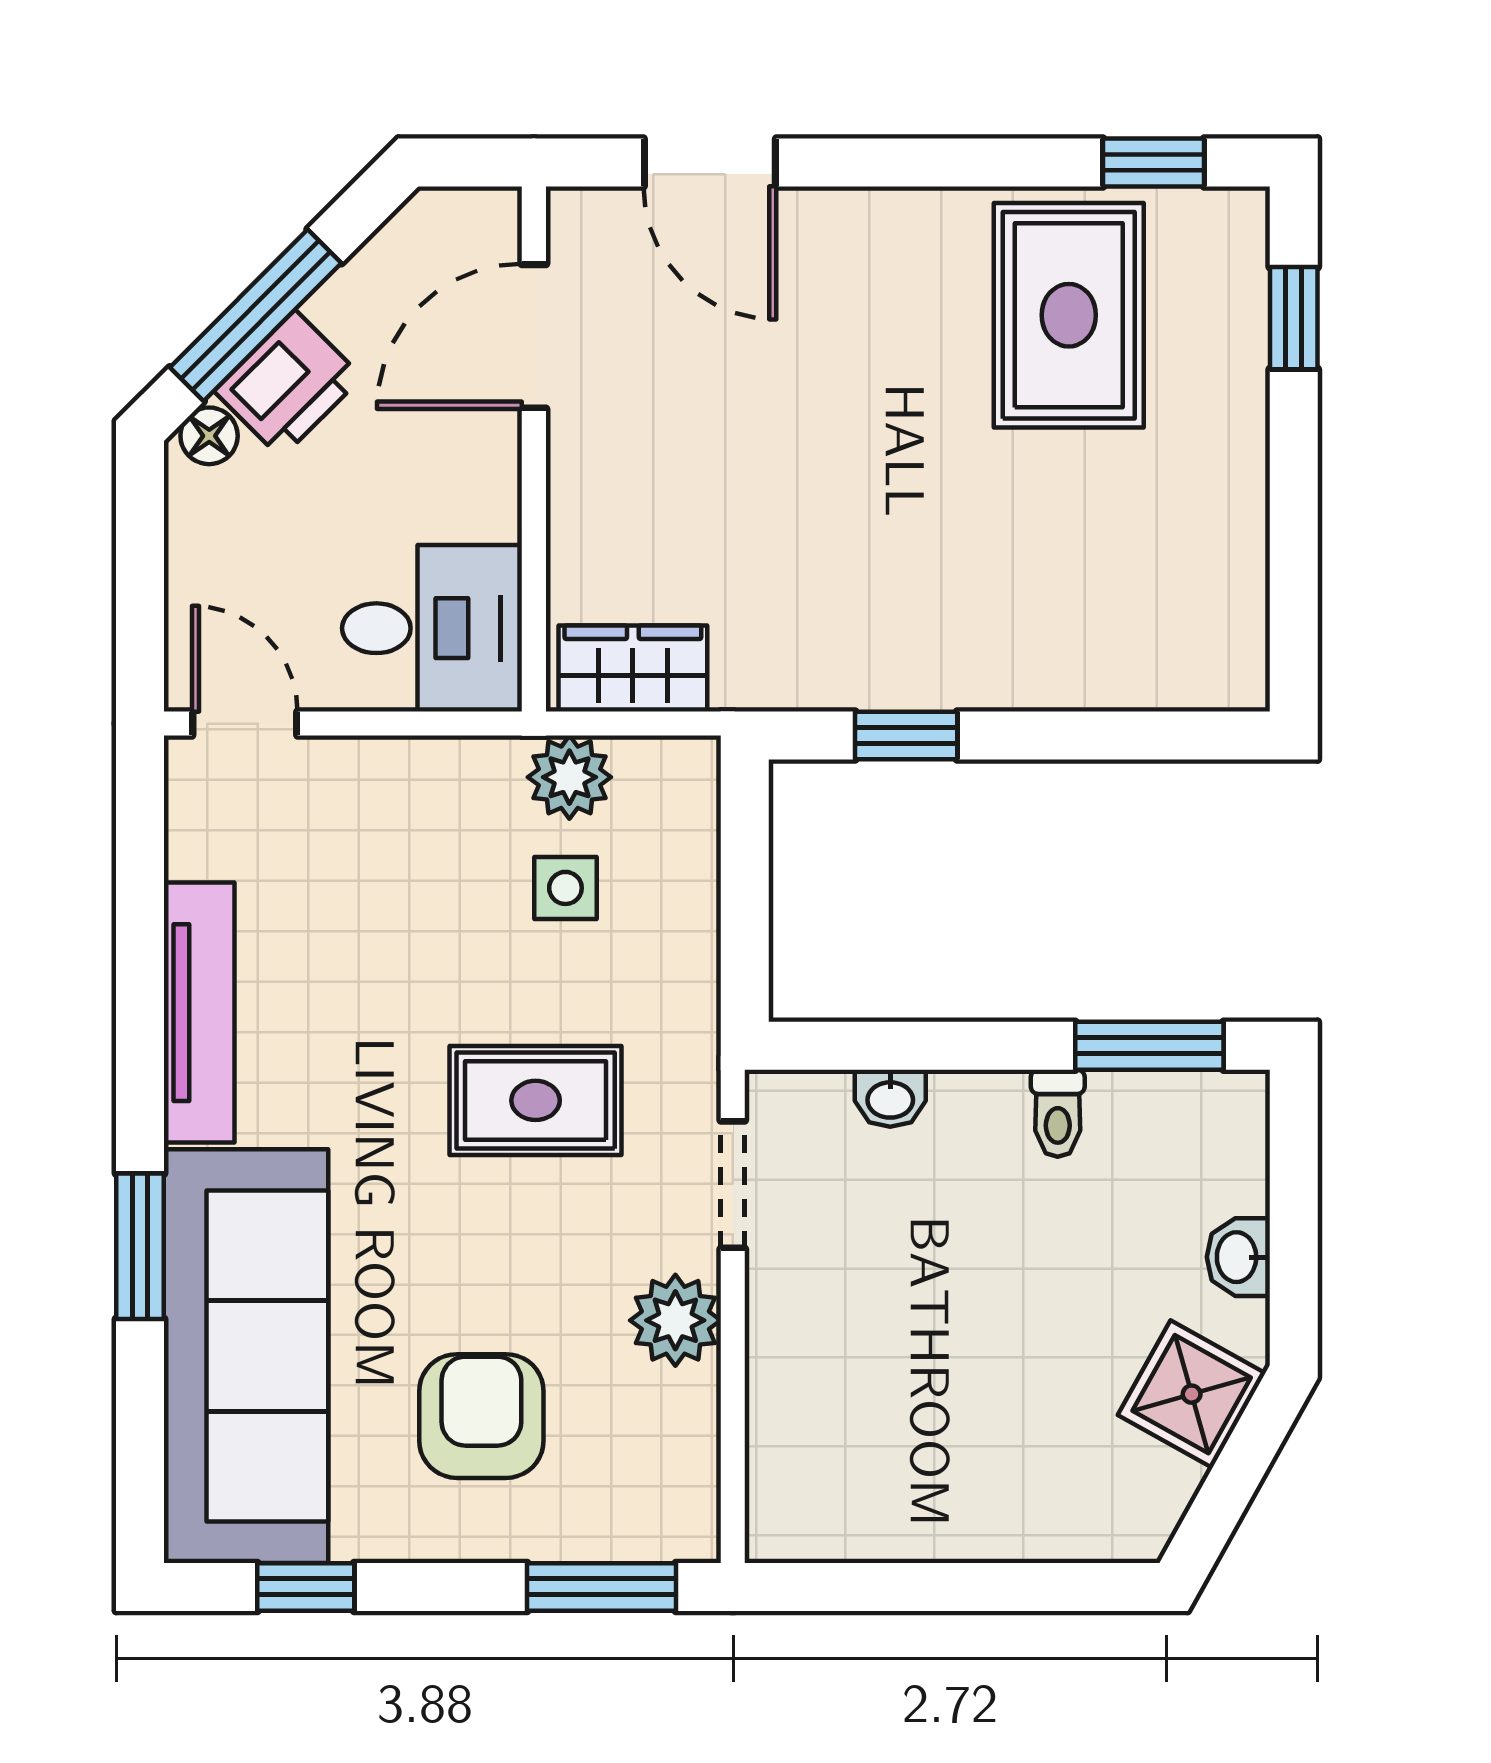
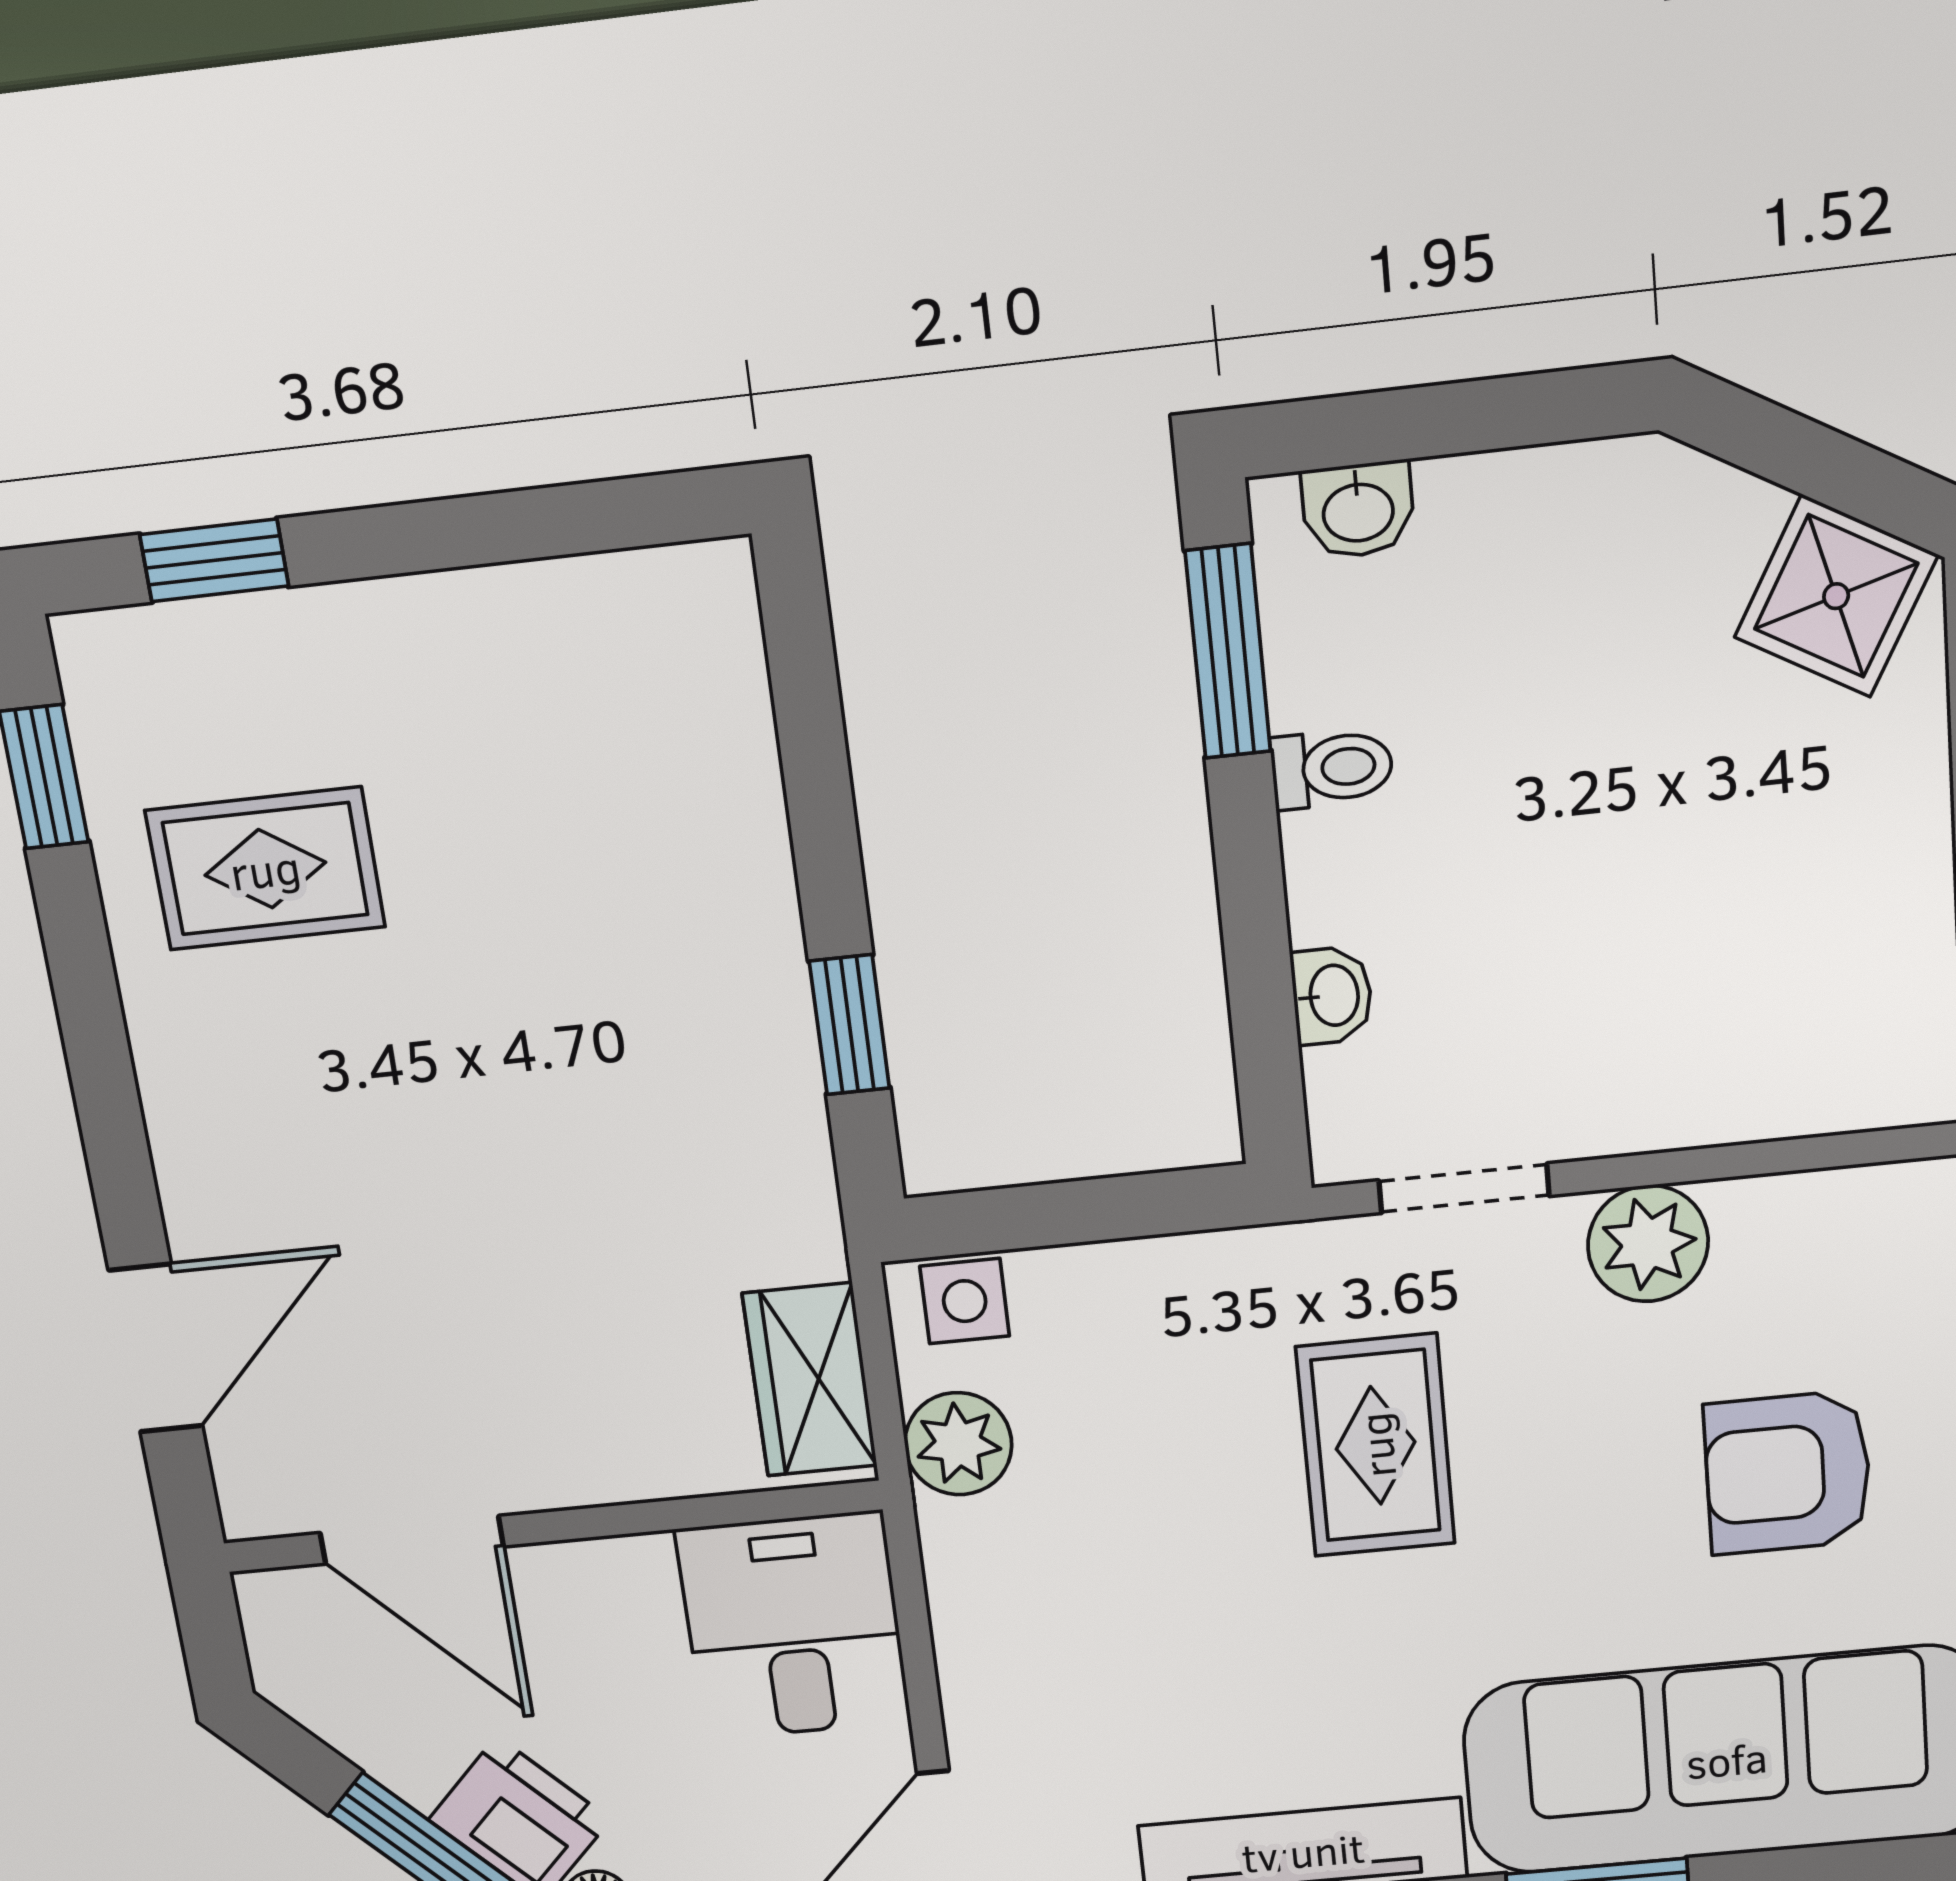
rug: (1069, 315) -> (265, 869), width x0.73, depth x0.70
side table: (565, 888) -> (965, 1301), moved
washbasin: (1238, 1257) -> (1358, 510), moved
shower: (1192, 1394) -> (1836, 596), moved

